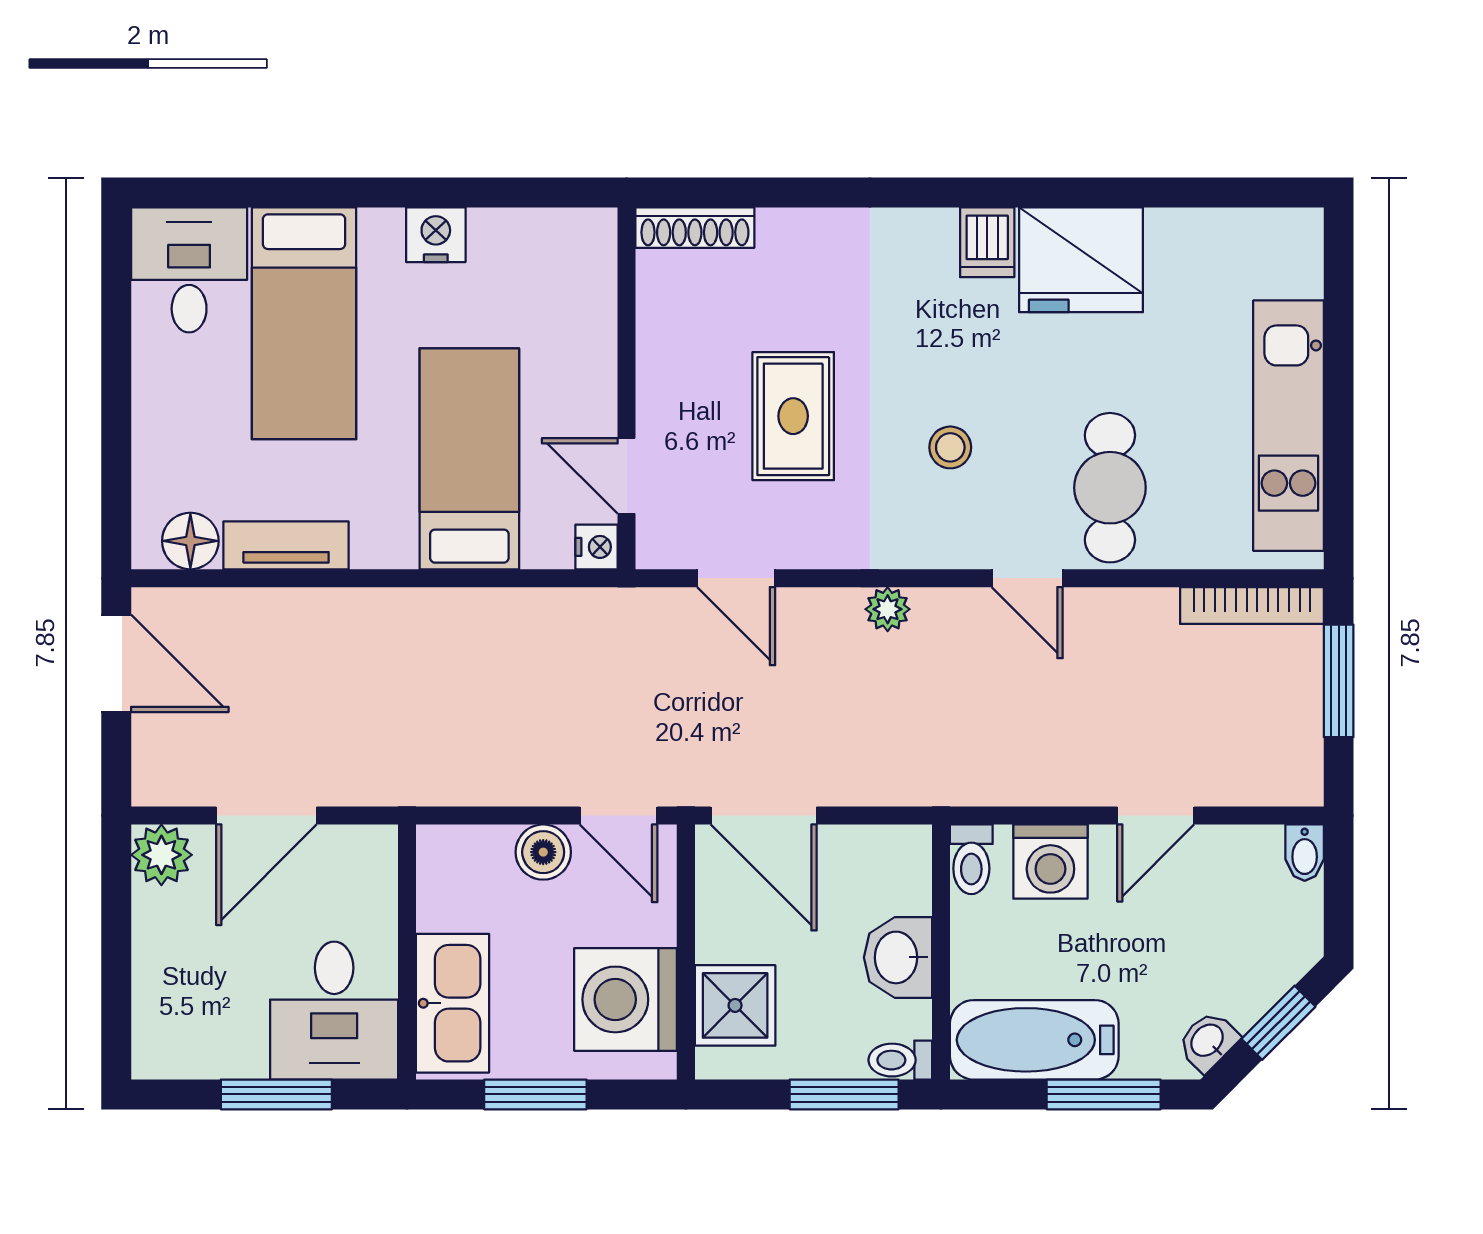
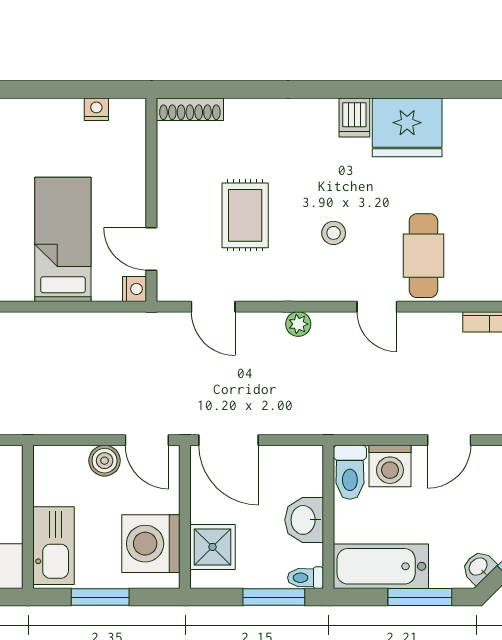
nightstand: (436, 235) -> (96, 109), moved, width x0.72, depth x0.74
toilet: (971, 859) -> (350, 472), width x1.37, depth x1.39

